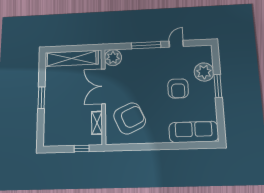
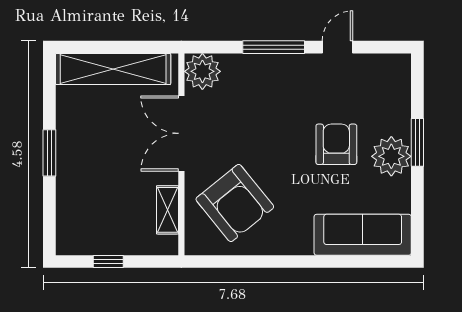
plant: (204, 72) -> (391, 156), moved
armchair: (178, 88) -> (336, 144), turned 180
armchair: (130, 118) -> (235, 203), turned 76
window: (82, 149) -> (108, 262), moved

